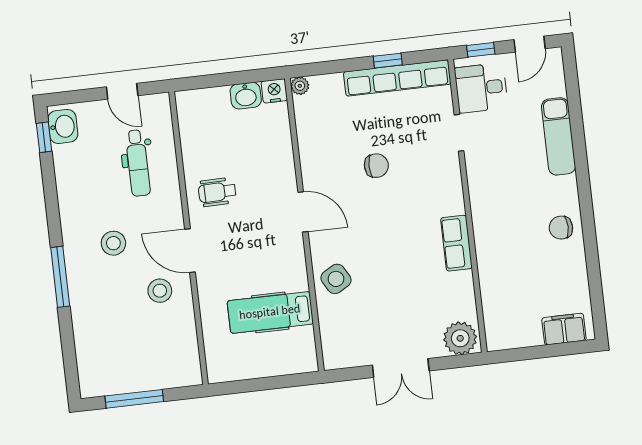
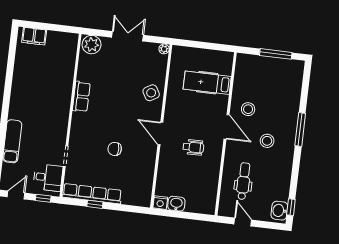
plant: (300, 86) -> (164, 49), moved
wheelchair: (217, 192) -> (193, 147), moved
chair: (561, 228) -> (23, 92), removed
hospital bed: (270, 312) -> (207, 83), moved, turned 180

